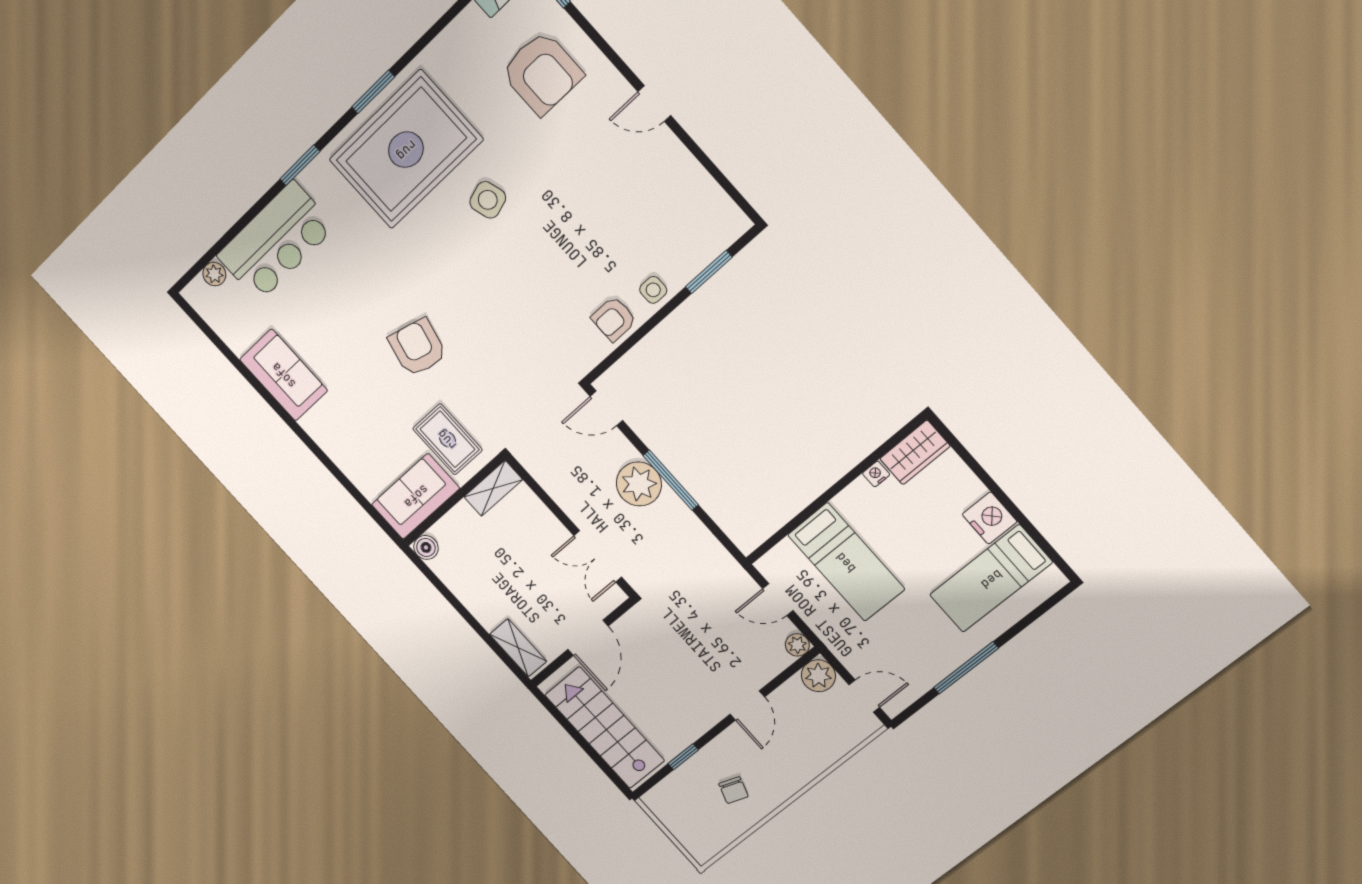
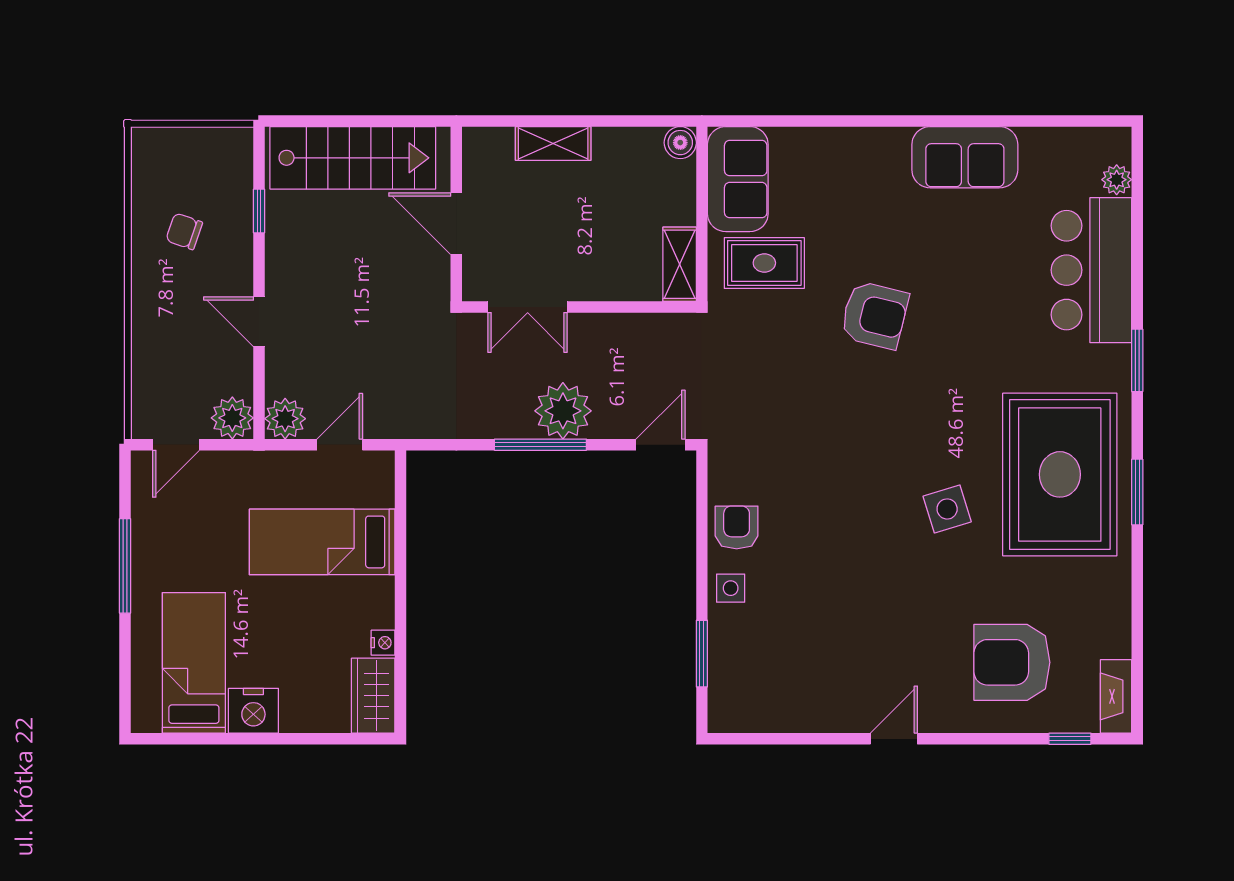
double door: (598, 556) -> (528, 307), swing flipped
plant: (797, 645) -> (285, 419), width x1.38, depth x1.38
shelving: (518, 648) -> (553, 143), moved

